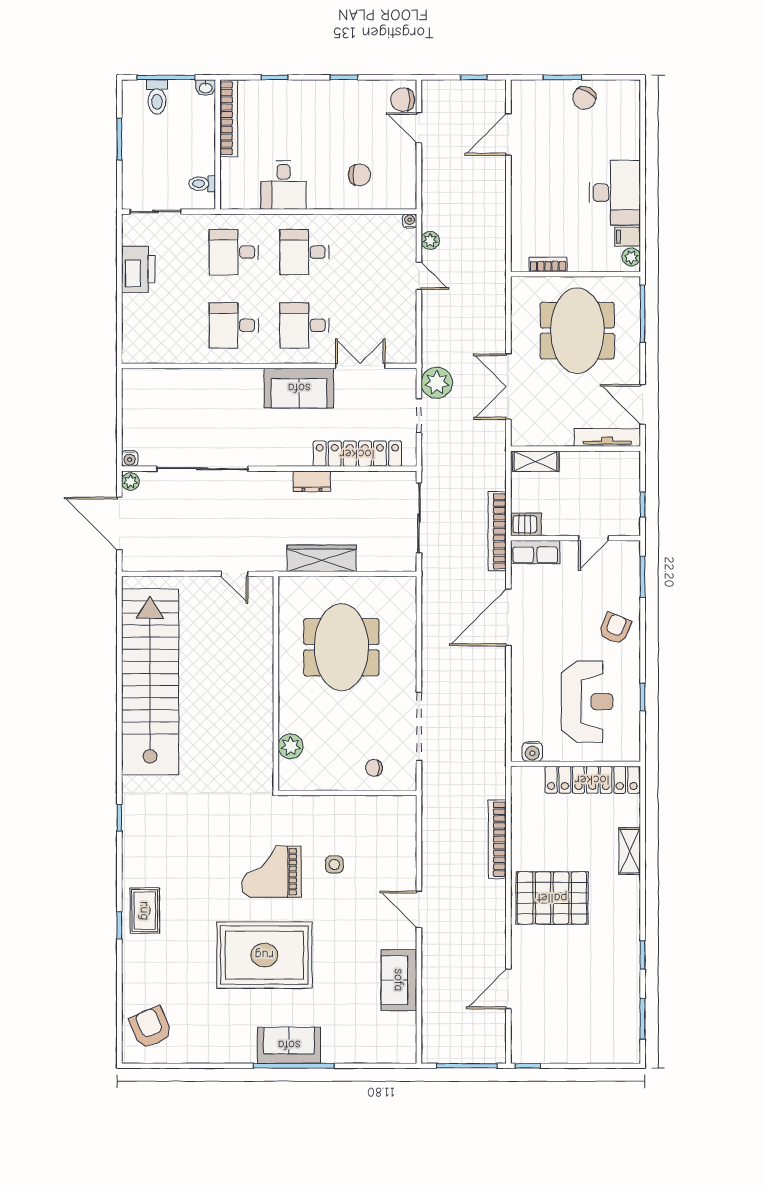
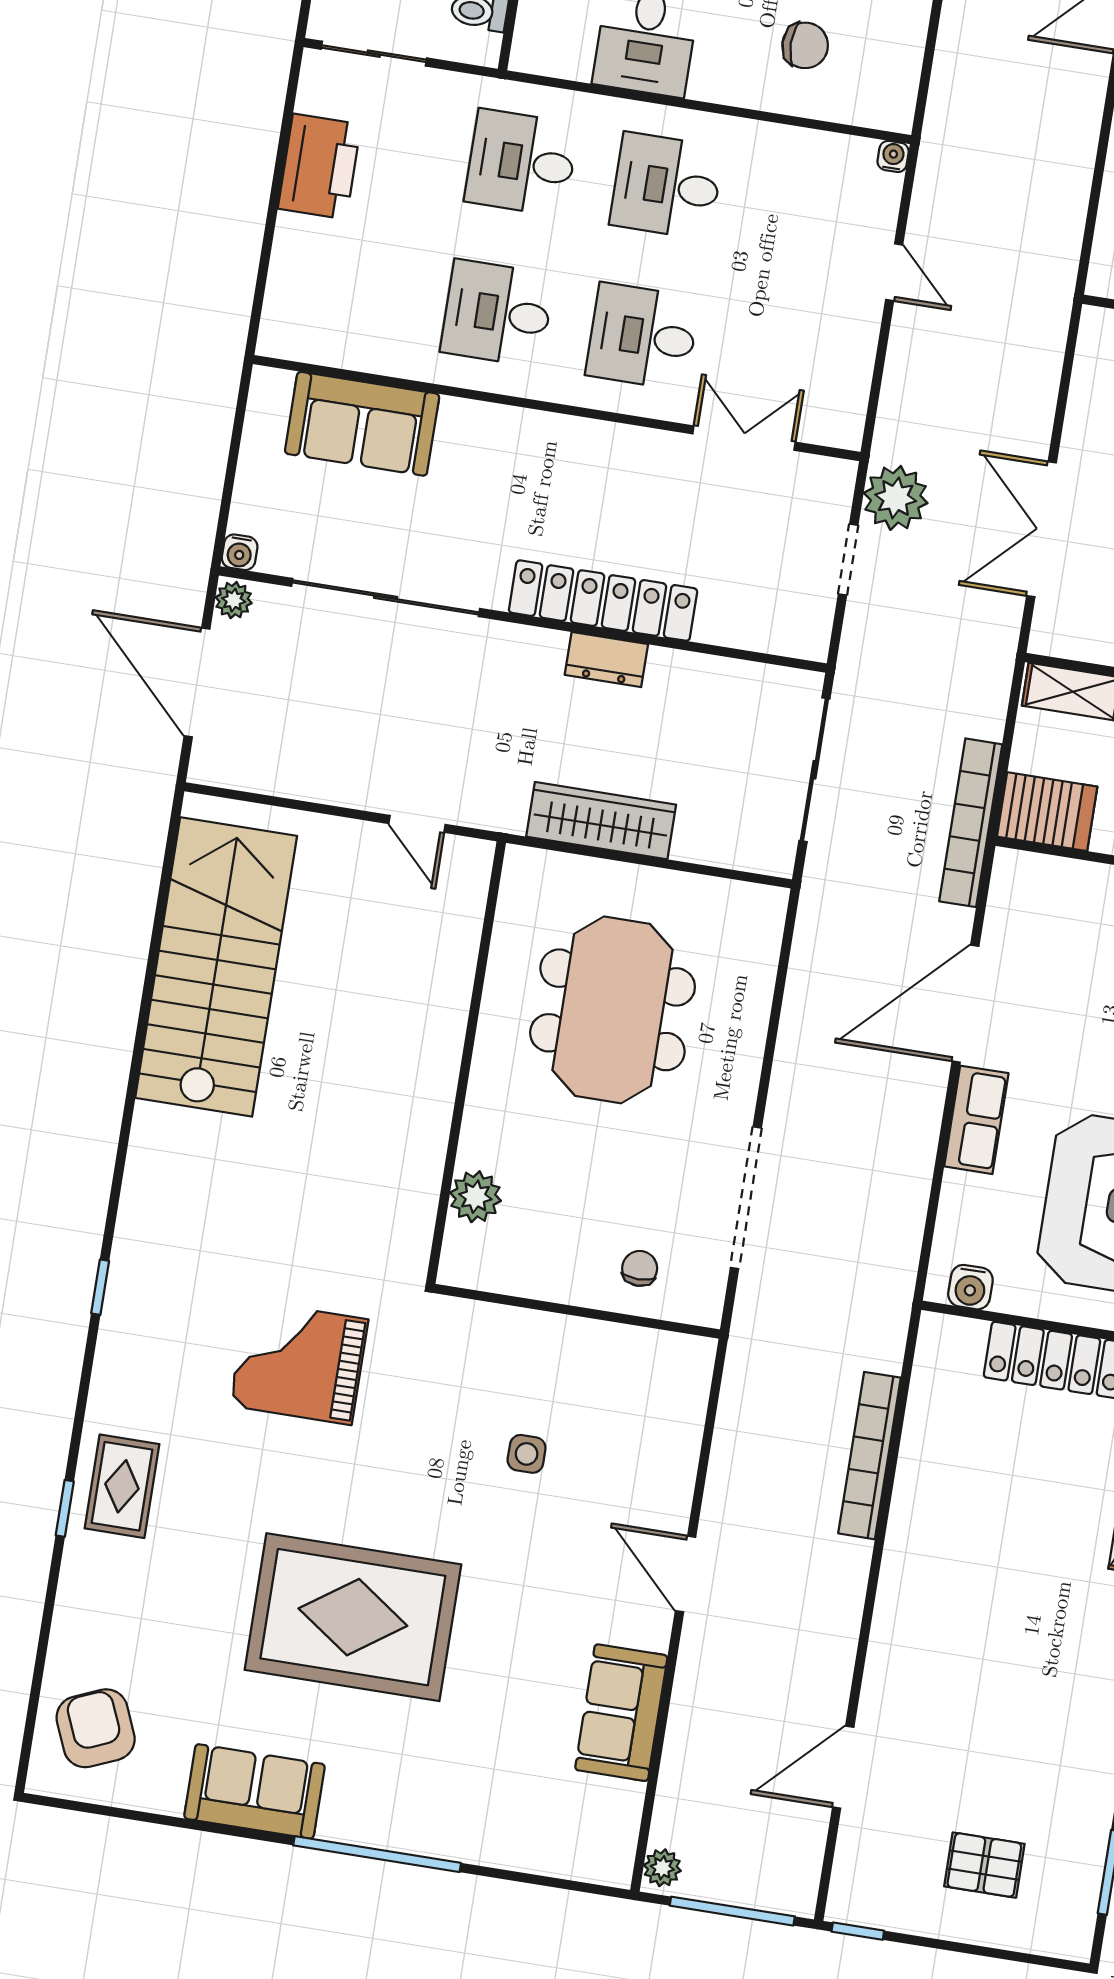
plant: (430, 240) -> (662, 1868), moved
sofa: (299, 388) -> (362, 424), moved
locker: (357, 454) -> (603, 601), moved
server rack: (526, 524) -> (1047, 812), width x1.36, depth x1.44
row of seats: (535, 552) -> (976, 1120), moved, turned -90
stairs: (150, 682) -> (216, 967), width x0.73
chair: (374, 768) -> (640, 1268), turned 90
grand piano: (271, 872) -> (299, 1363), moved
pallet: (552, 898) -> (984, 1865), moved, width x0.49, depth x0.50
sofa: (289, 1045) -> (255, 1791), moved

